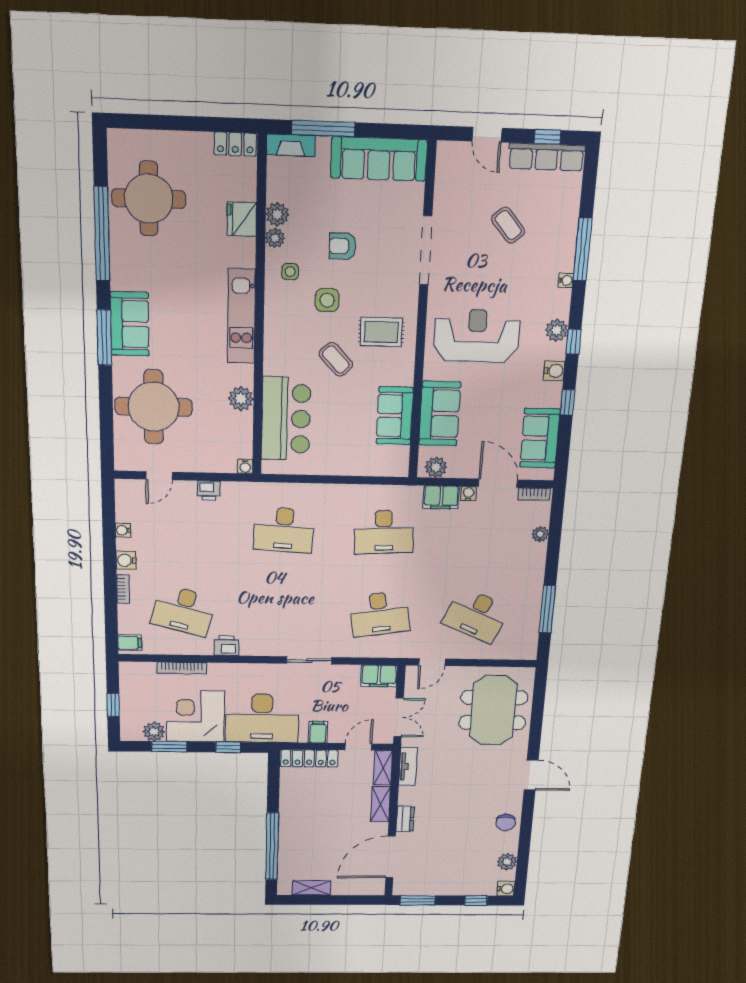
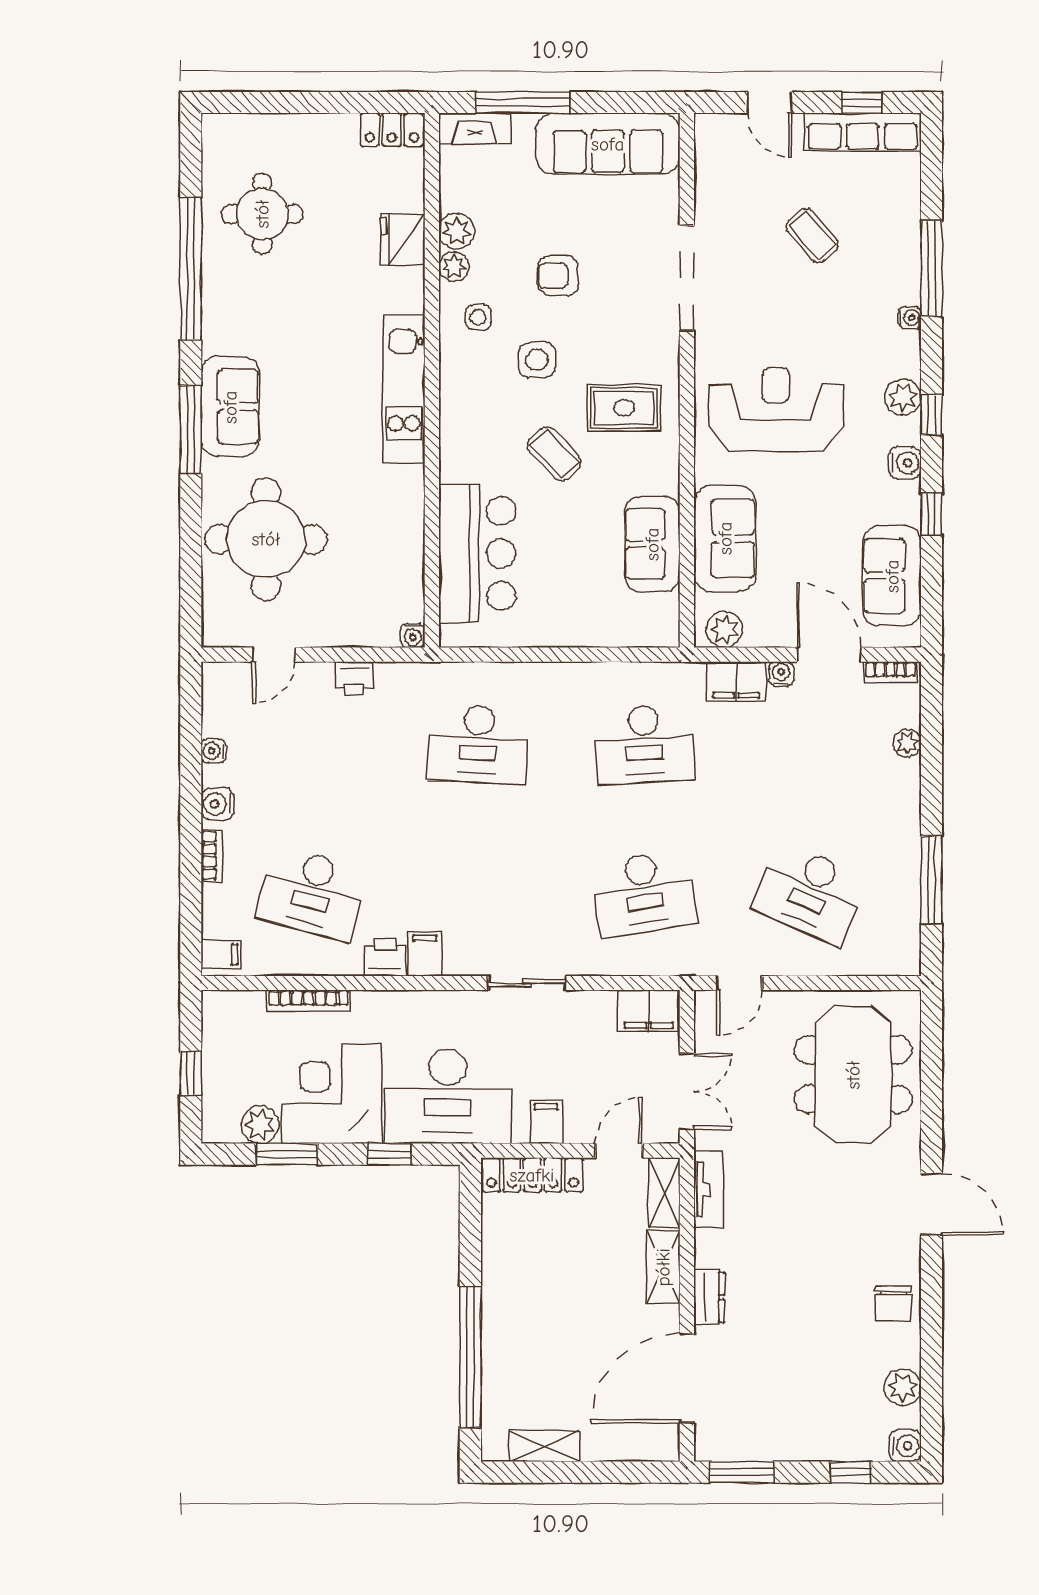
round table: (149, 199) -> (262, 214), width x0.73, depth x0.73
plant: (241, 399) -> (405, 522), removed
filing cabinet: (250, 644) -> (425, 954), added

